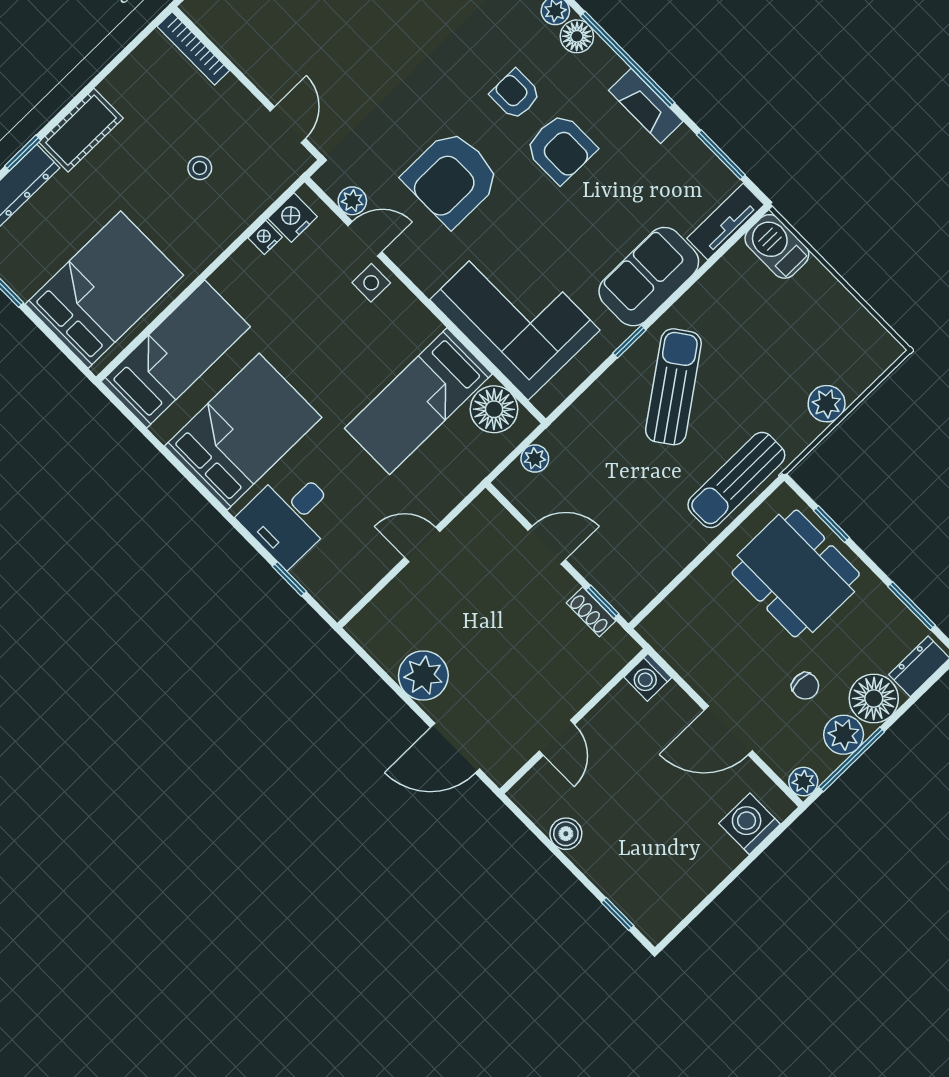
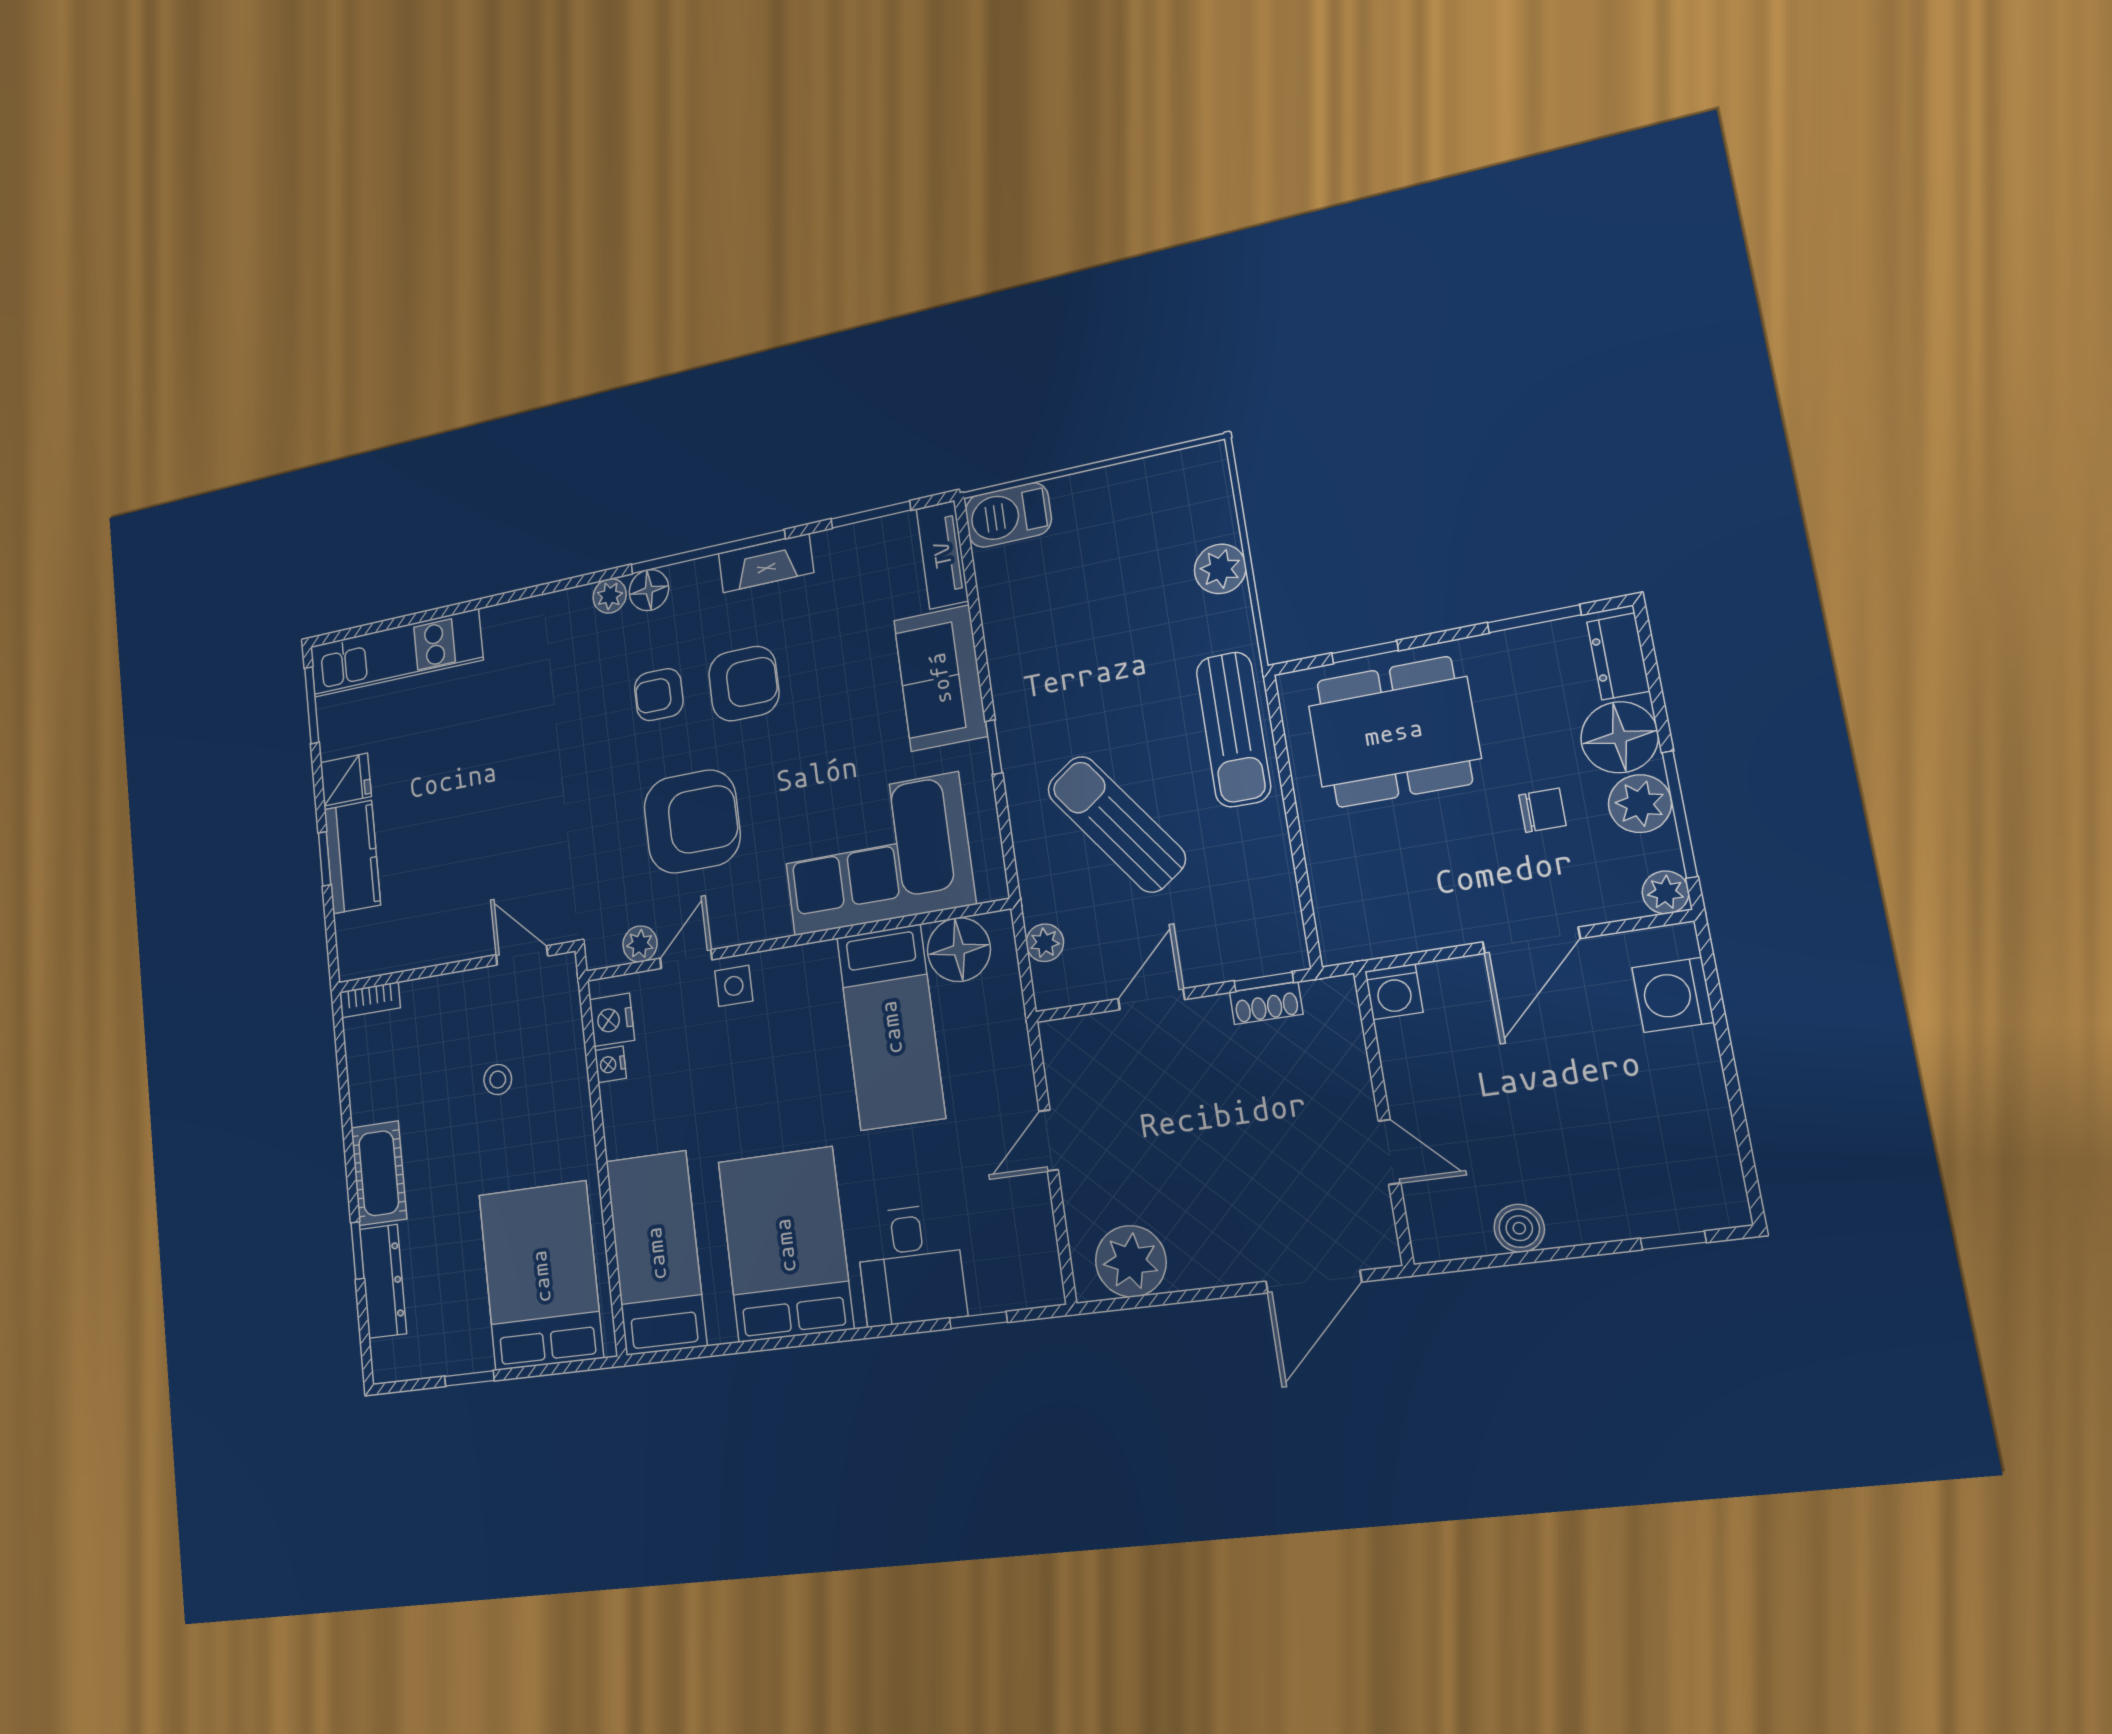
bookcase: (193, 48) -> (370, 1000), width x0.64
armchair: (452, 178) -> (692, 821), turned -90
sun lounger: (673, 387) -> (1116, 824), moved
plant: (423, 675) -> (1131, 1261), moved

